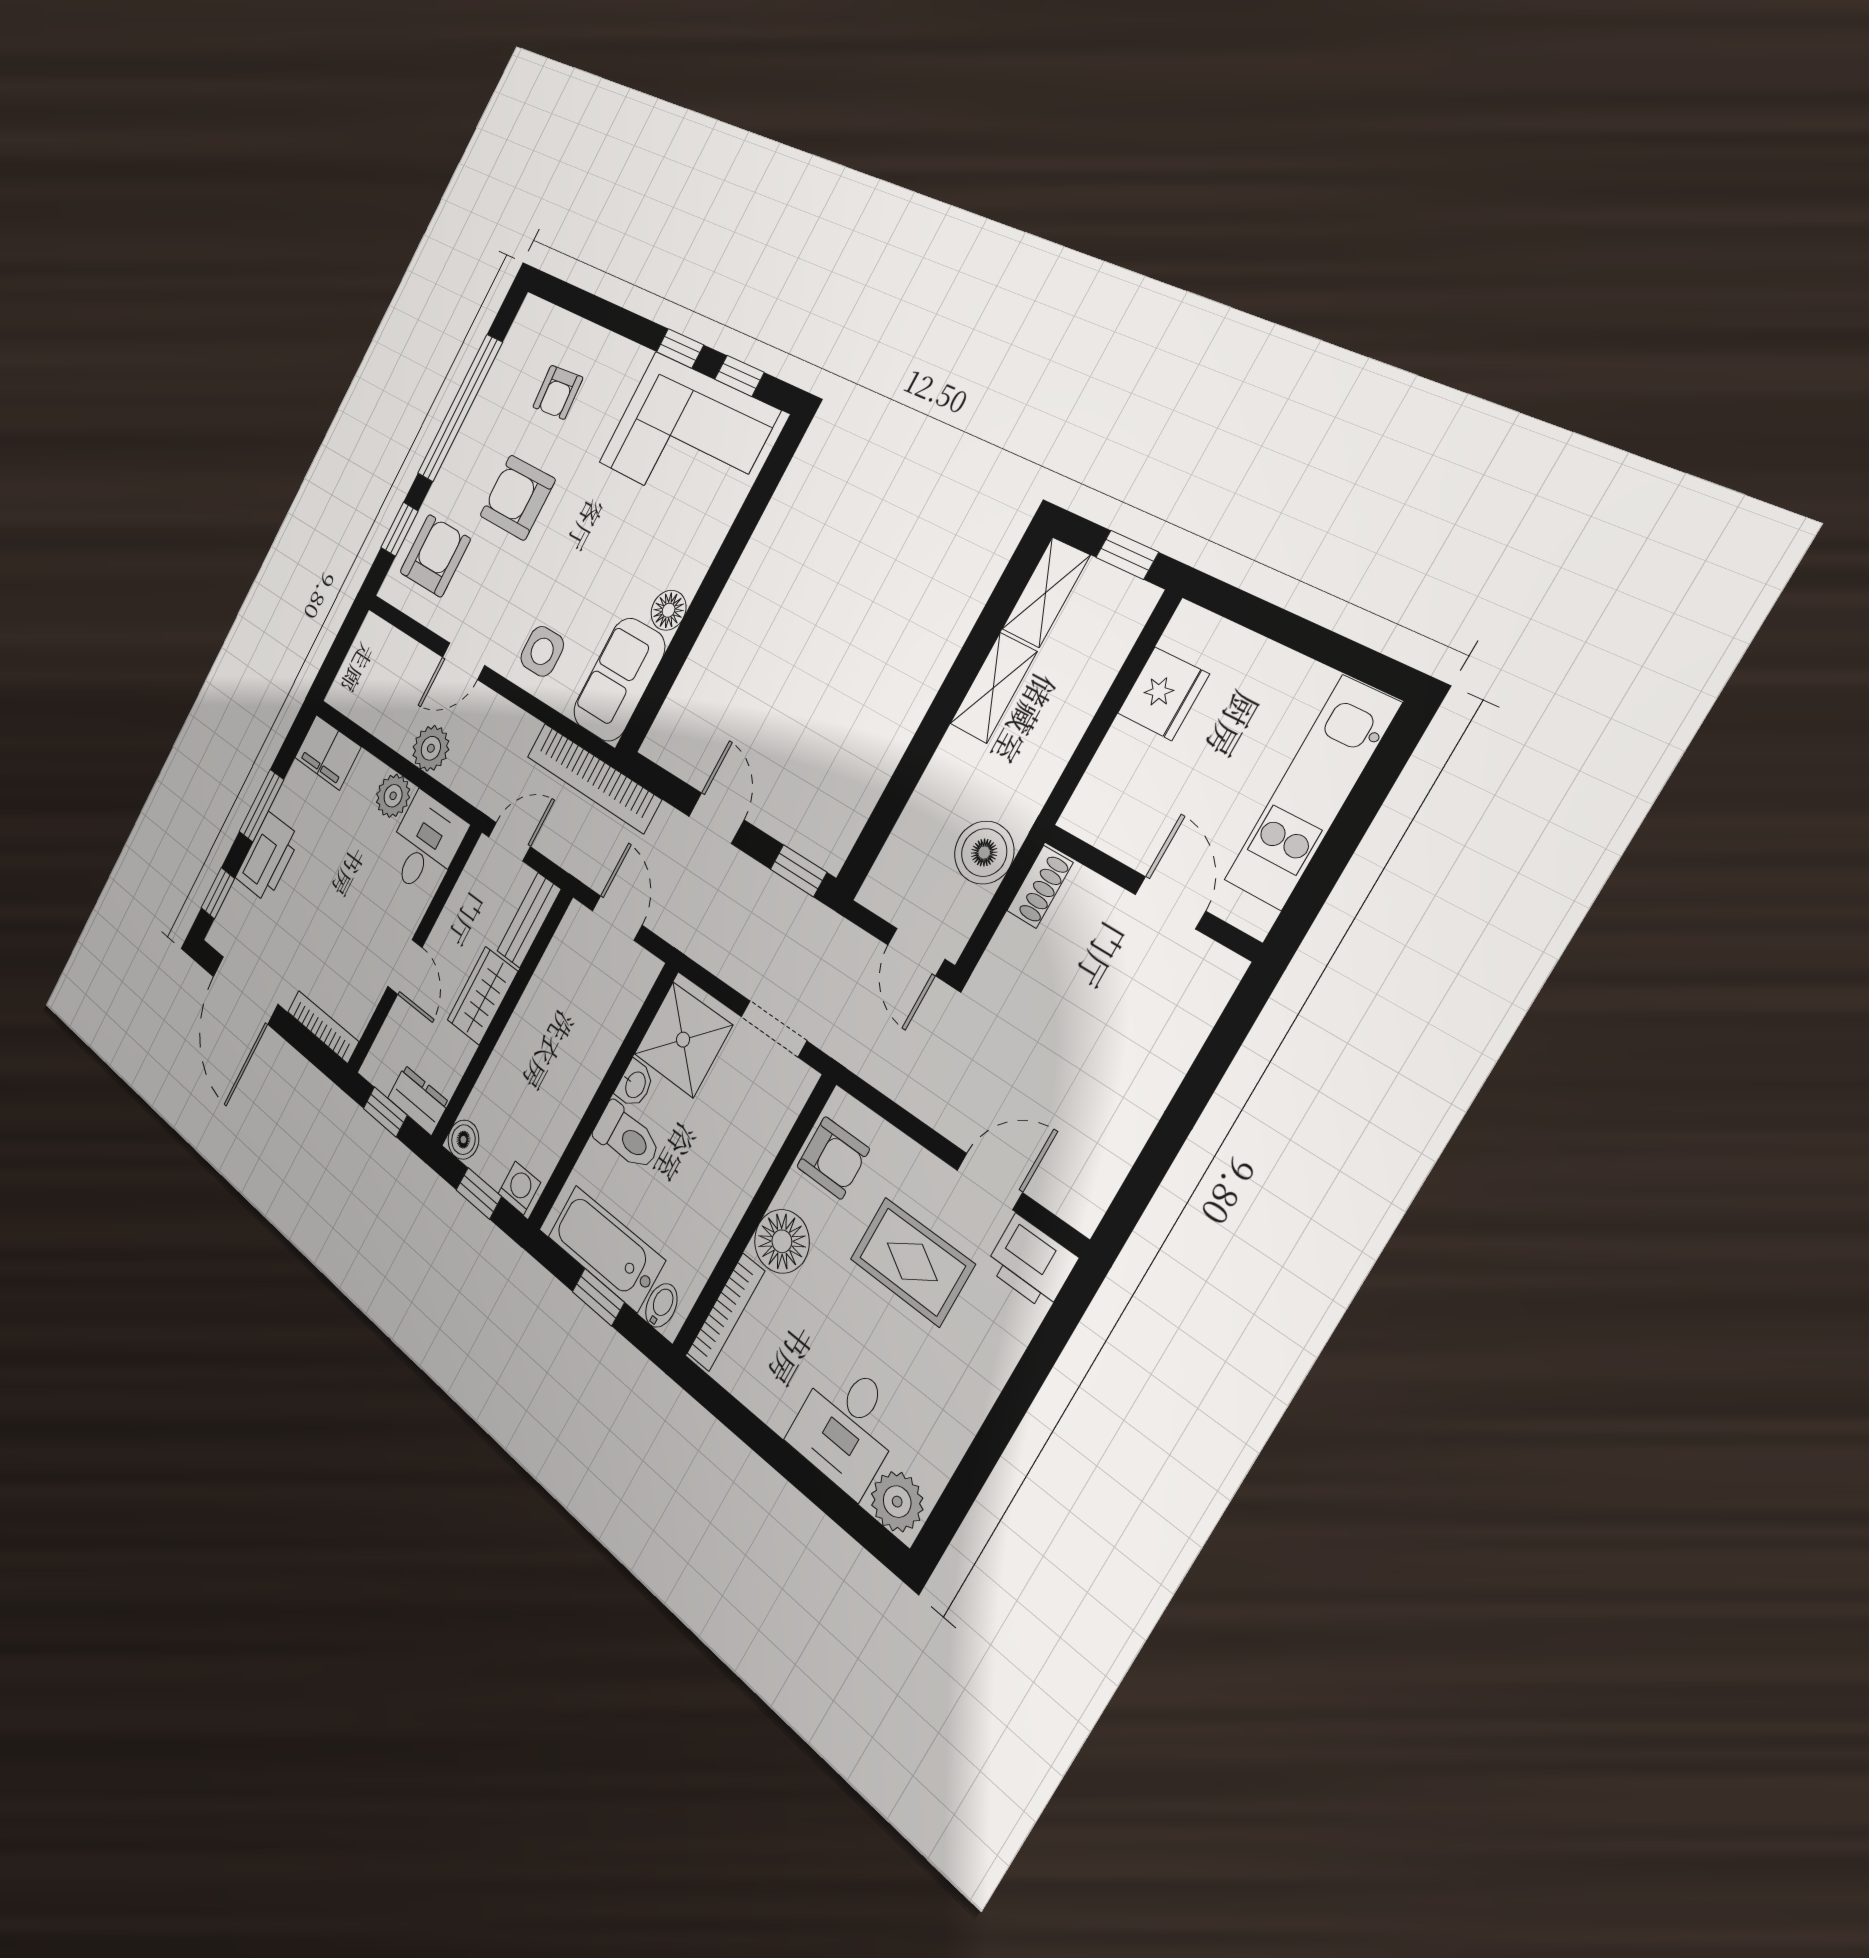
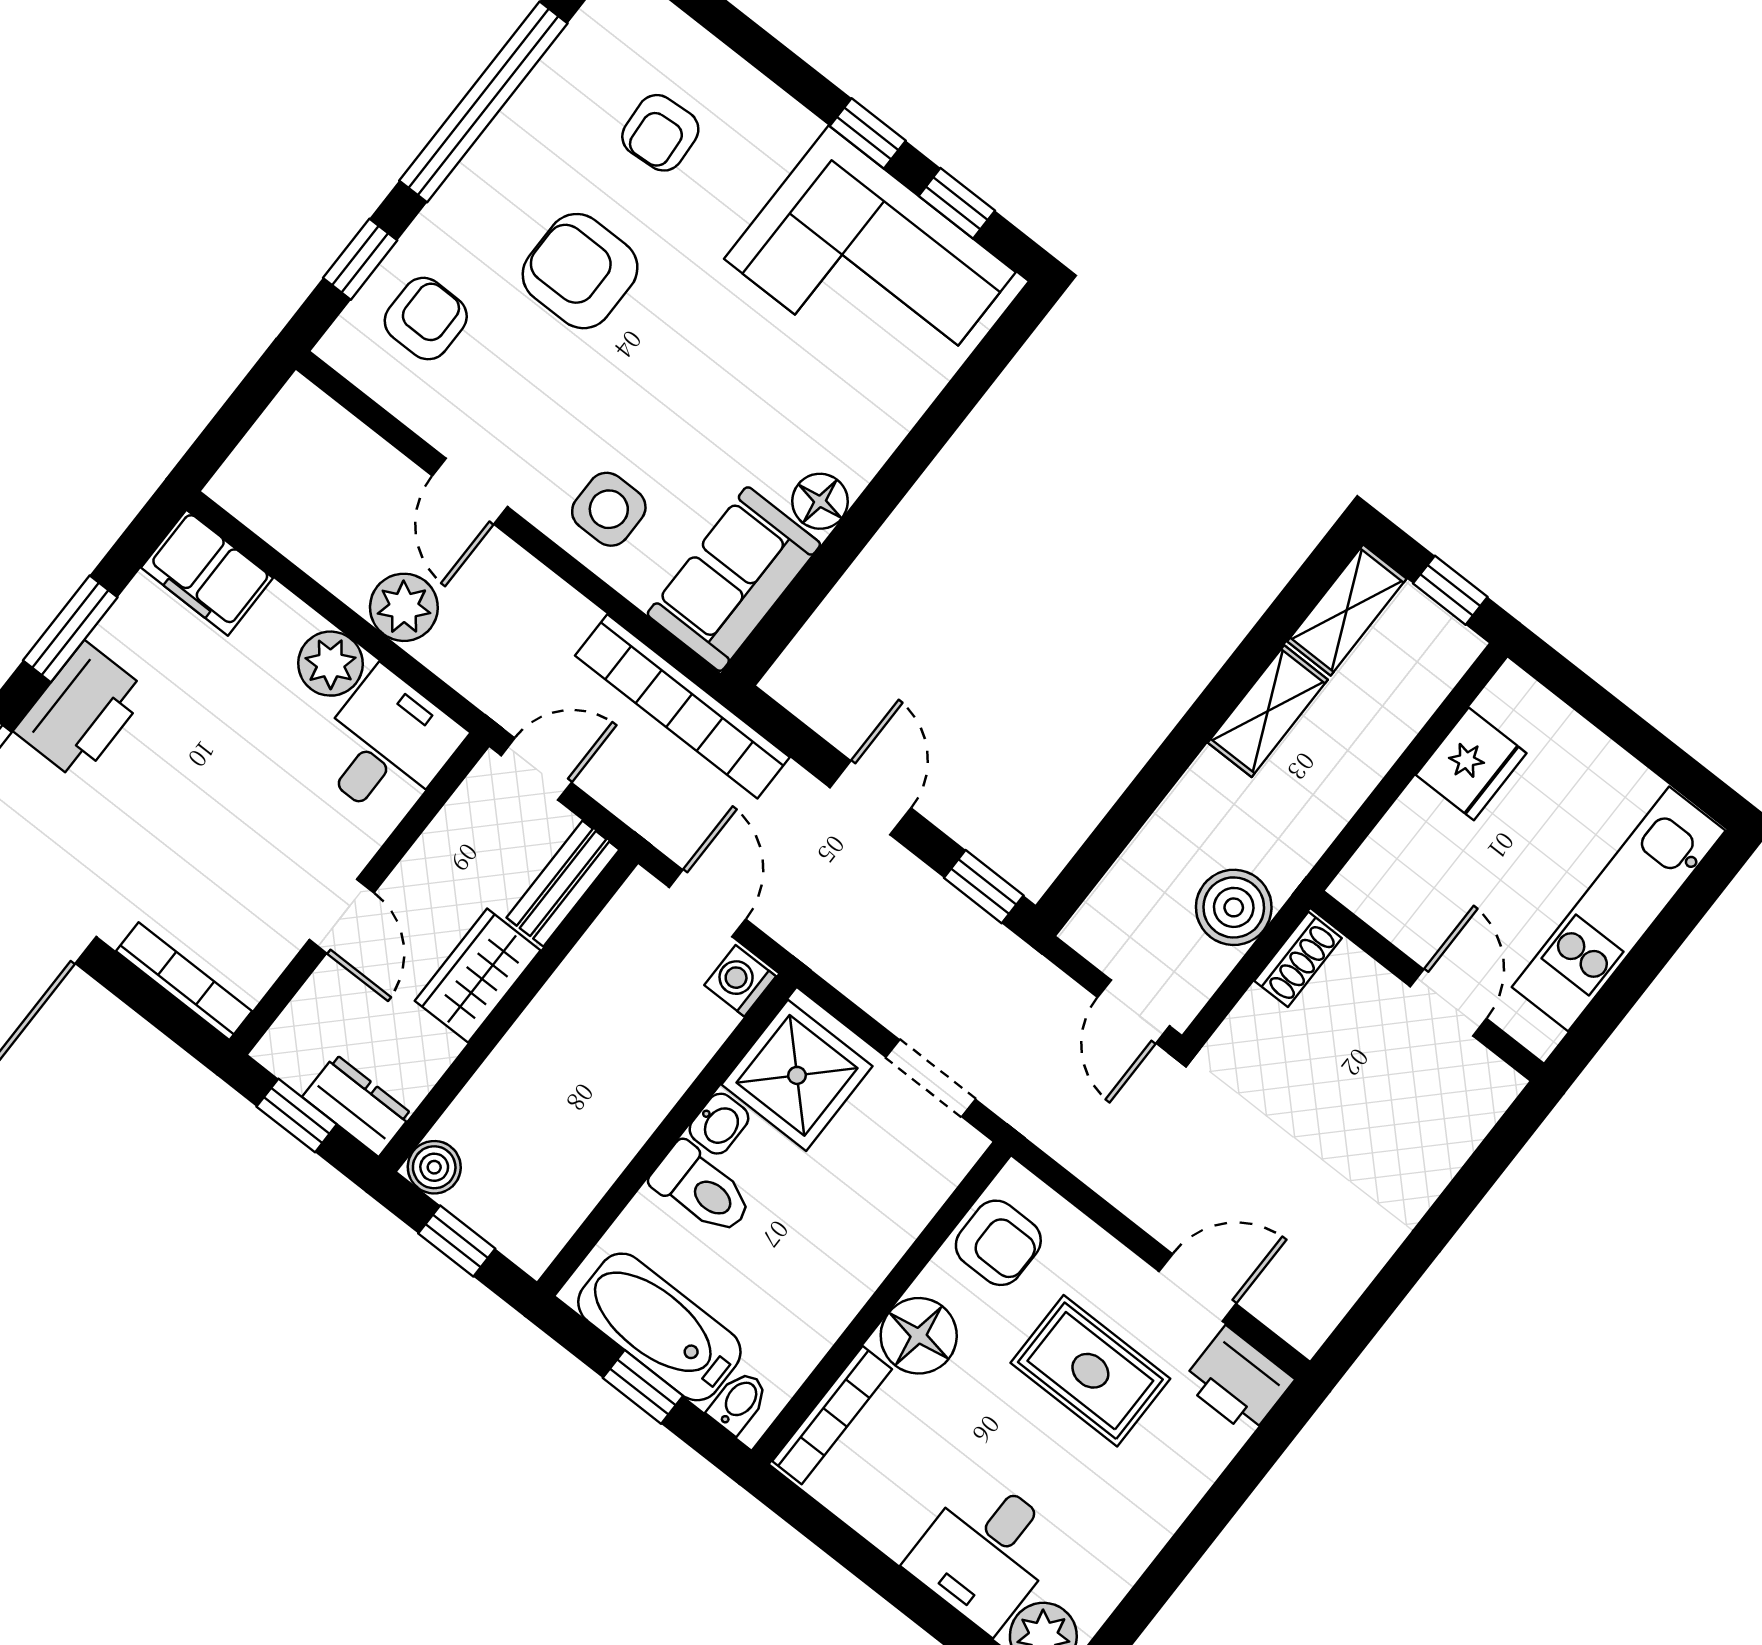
armchair: (435, 556) -> (426, 319), width x0.72, depth x0.72
door: (464, 661) -> (470, 491), hinge flipped
washing machine: (519, 1188) -> (740, 981), moved, turned -90

